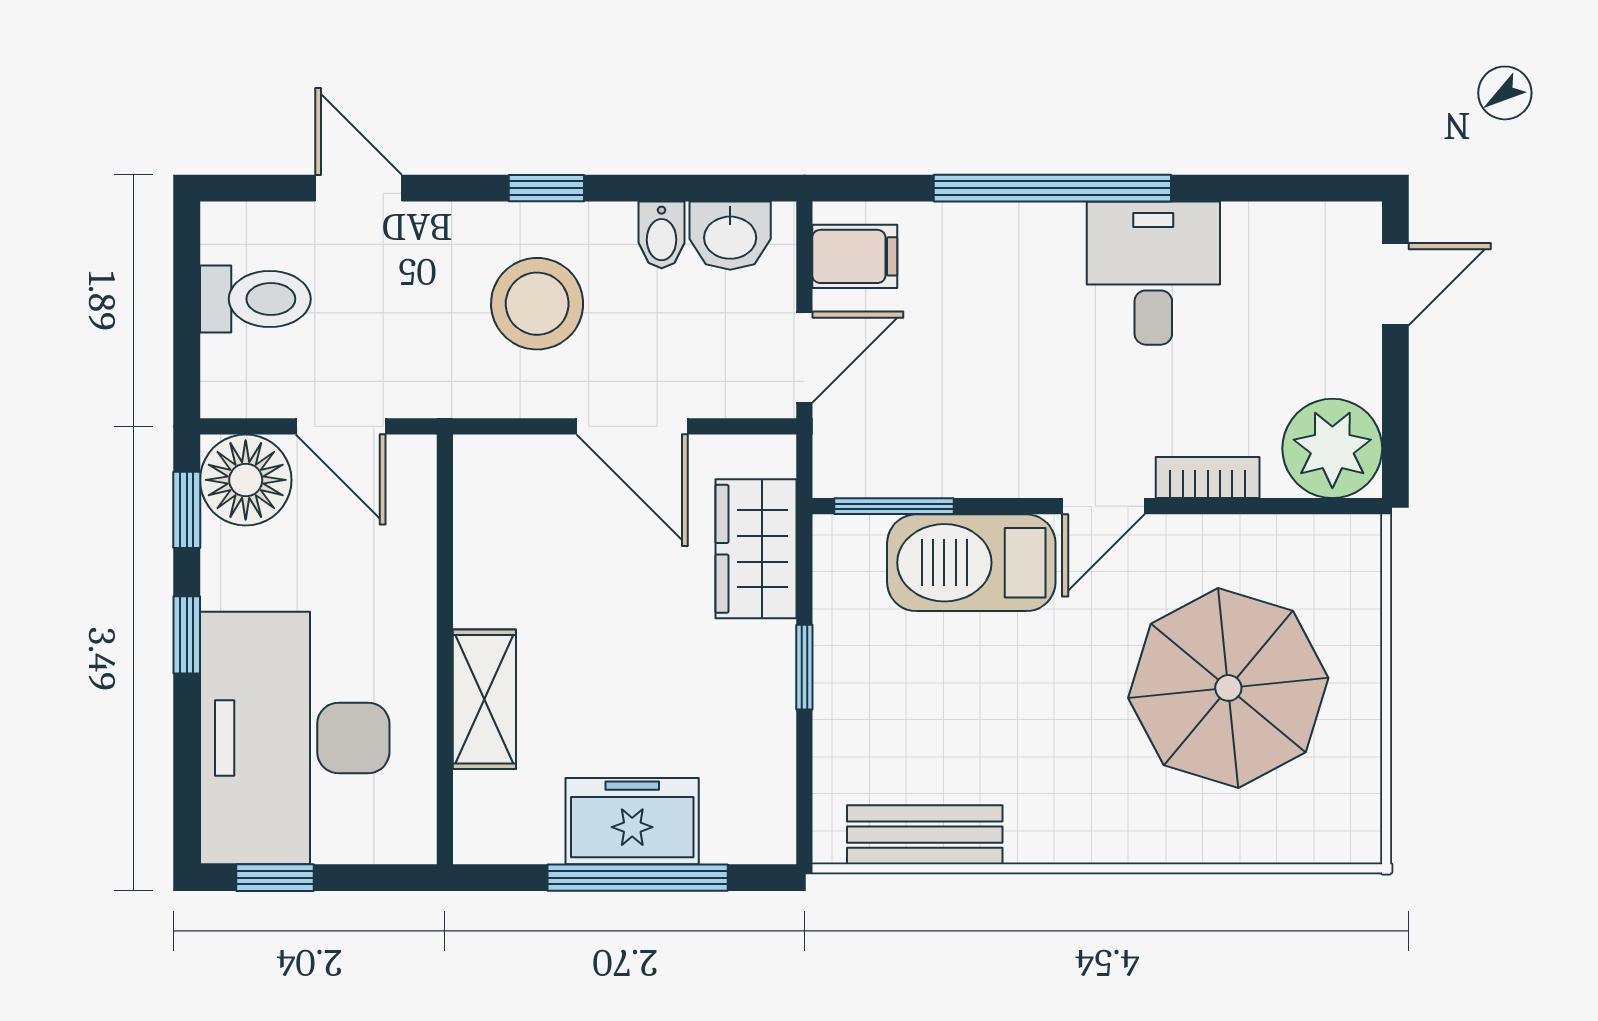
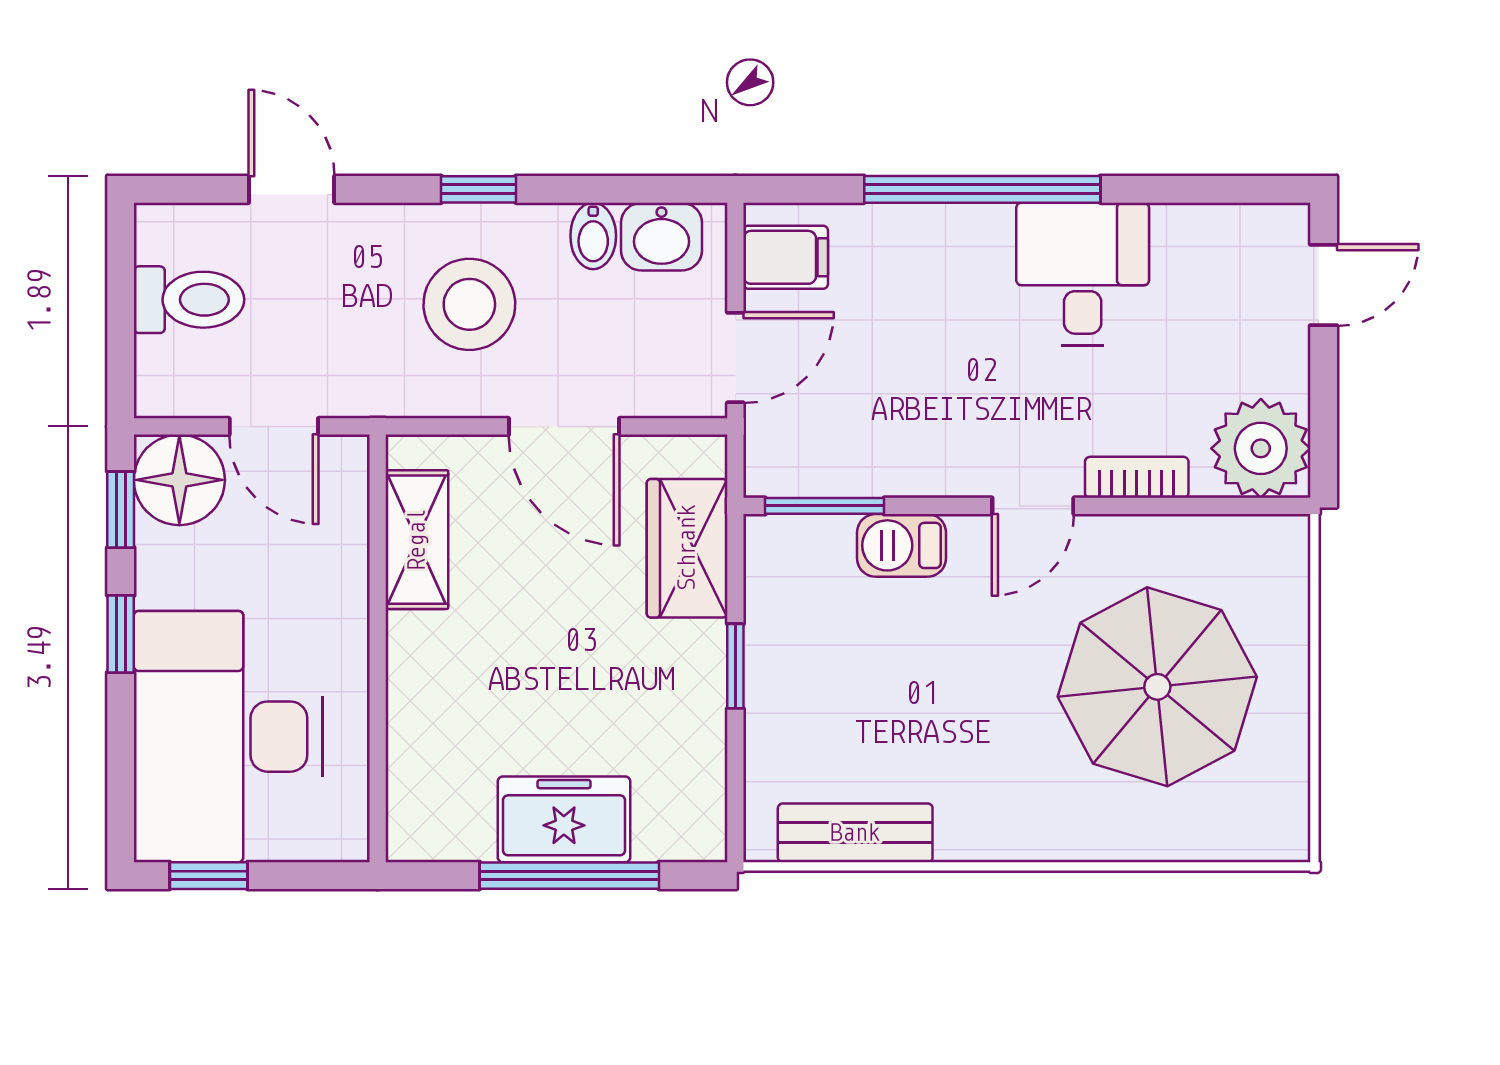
barbecue: (971, 563) -> (902, 545), width x0.53, depth x0.65
shelving: (484, 699) -> (417, 540), moved

